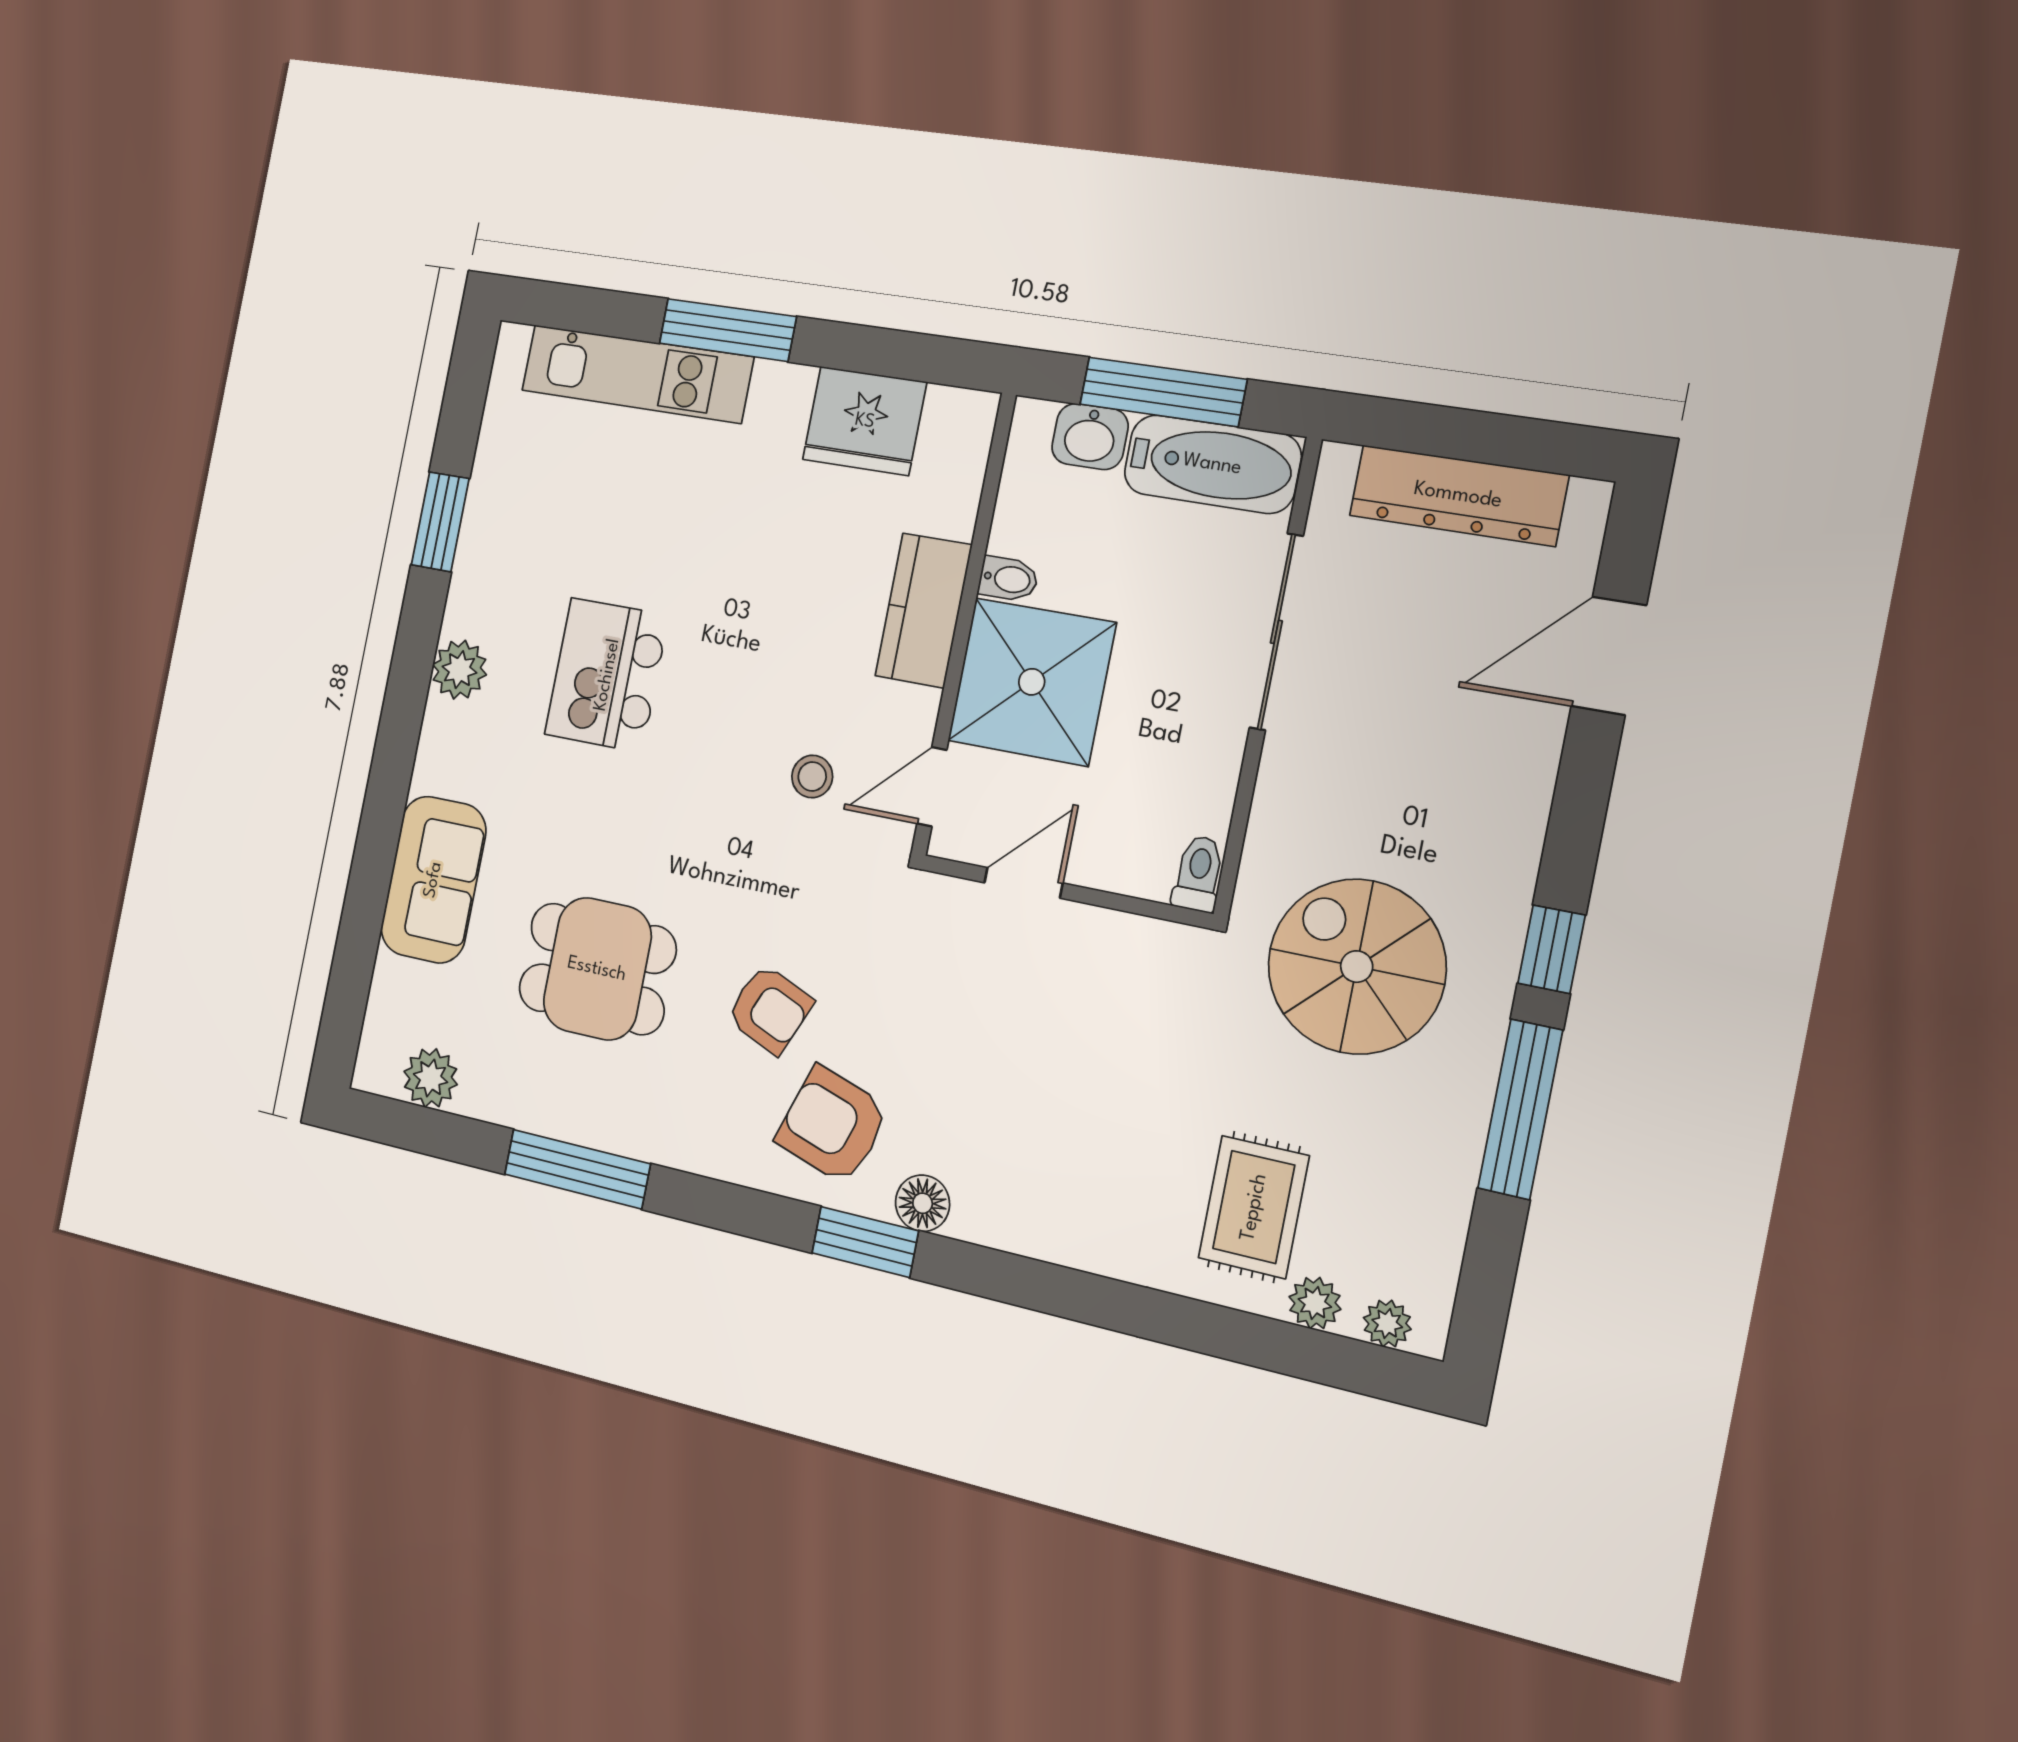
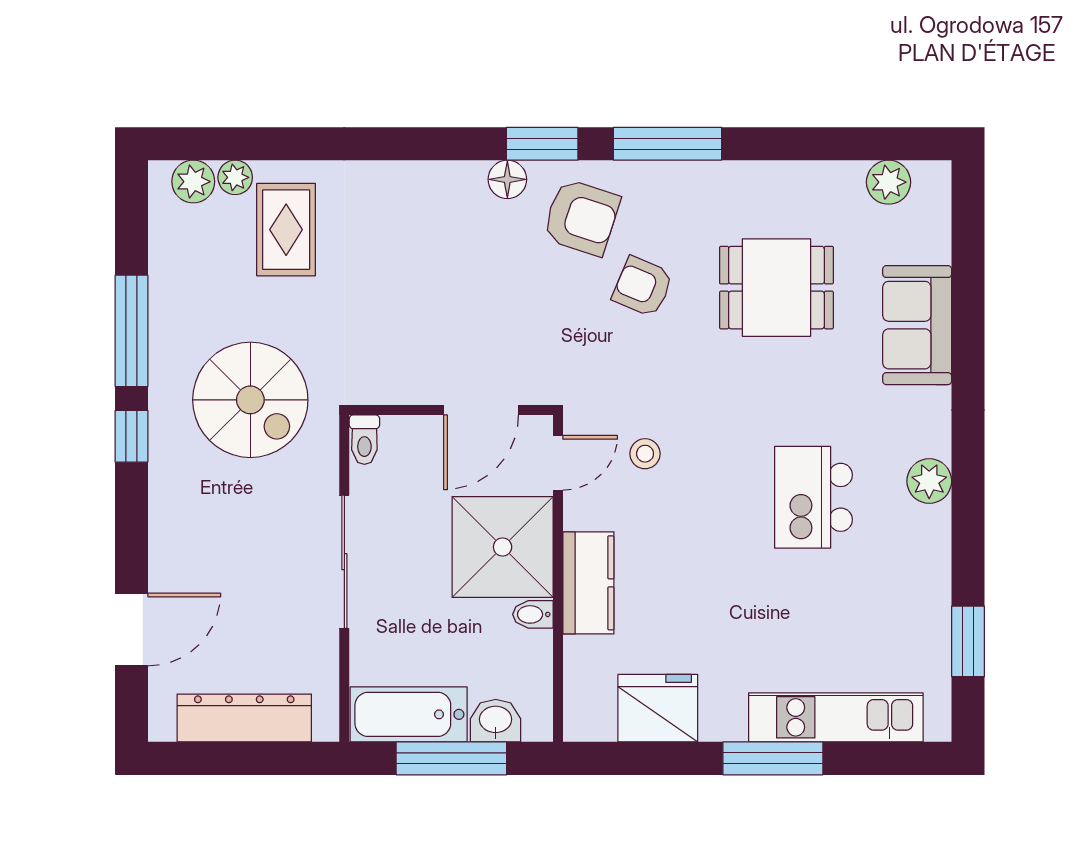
window: (440, 522) -> (968, 641), moved
sliding door: (1276, 632) -> (344, 562), moved
kitchen island: (607, 675) -> (813, 497), turned 180
door: (1023, 883) -> (481, 410), width x1.38
window: (577, 1169) -> (668, 144), moved
plant: (1387, 1324) -> (193, 182), width x1.38, depth x1.38

